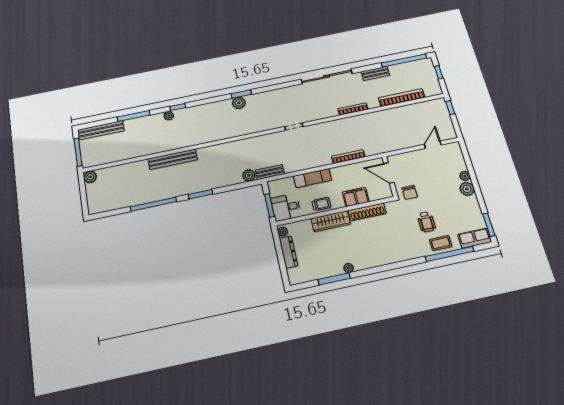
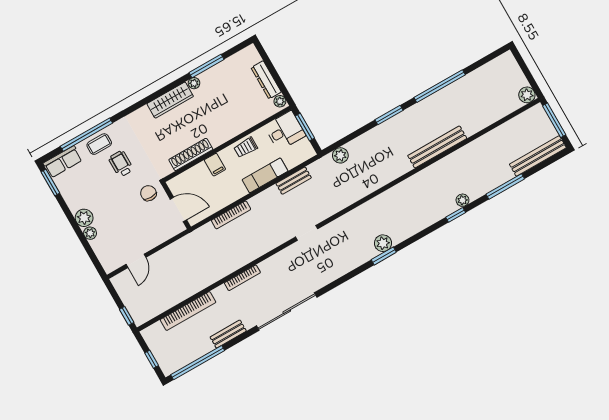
bench: (270, 172) -> (294, 181), moved
filing cabinet: (356, 197) -> (215, 165), width x0.50
wardrobe: (331, 221) -> (170, 100), moved, turned 180

